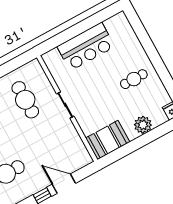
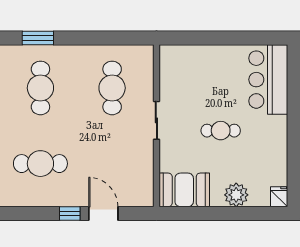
bar counter: (86, 47) -> (268, 80), moved, turned 90
cafe table: (134, 79) -> (221, 131), moved

